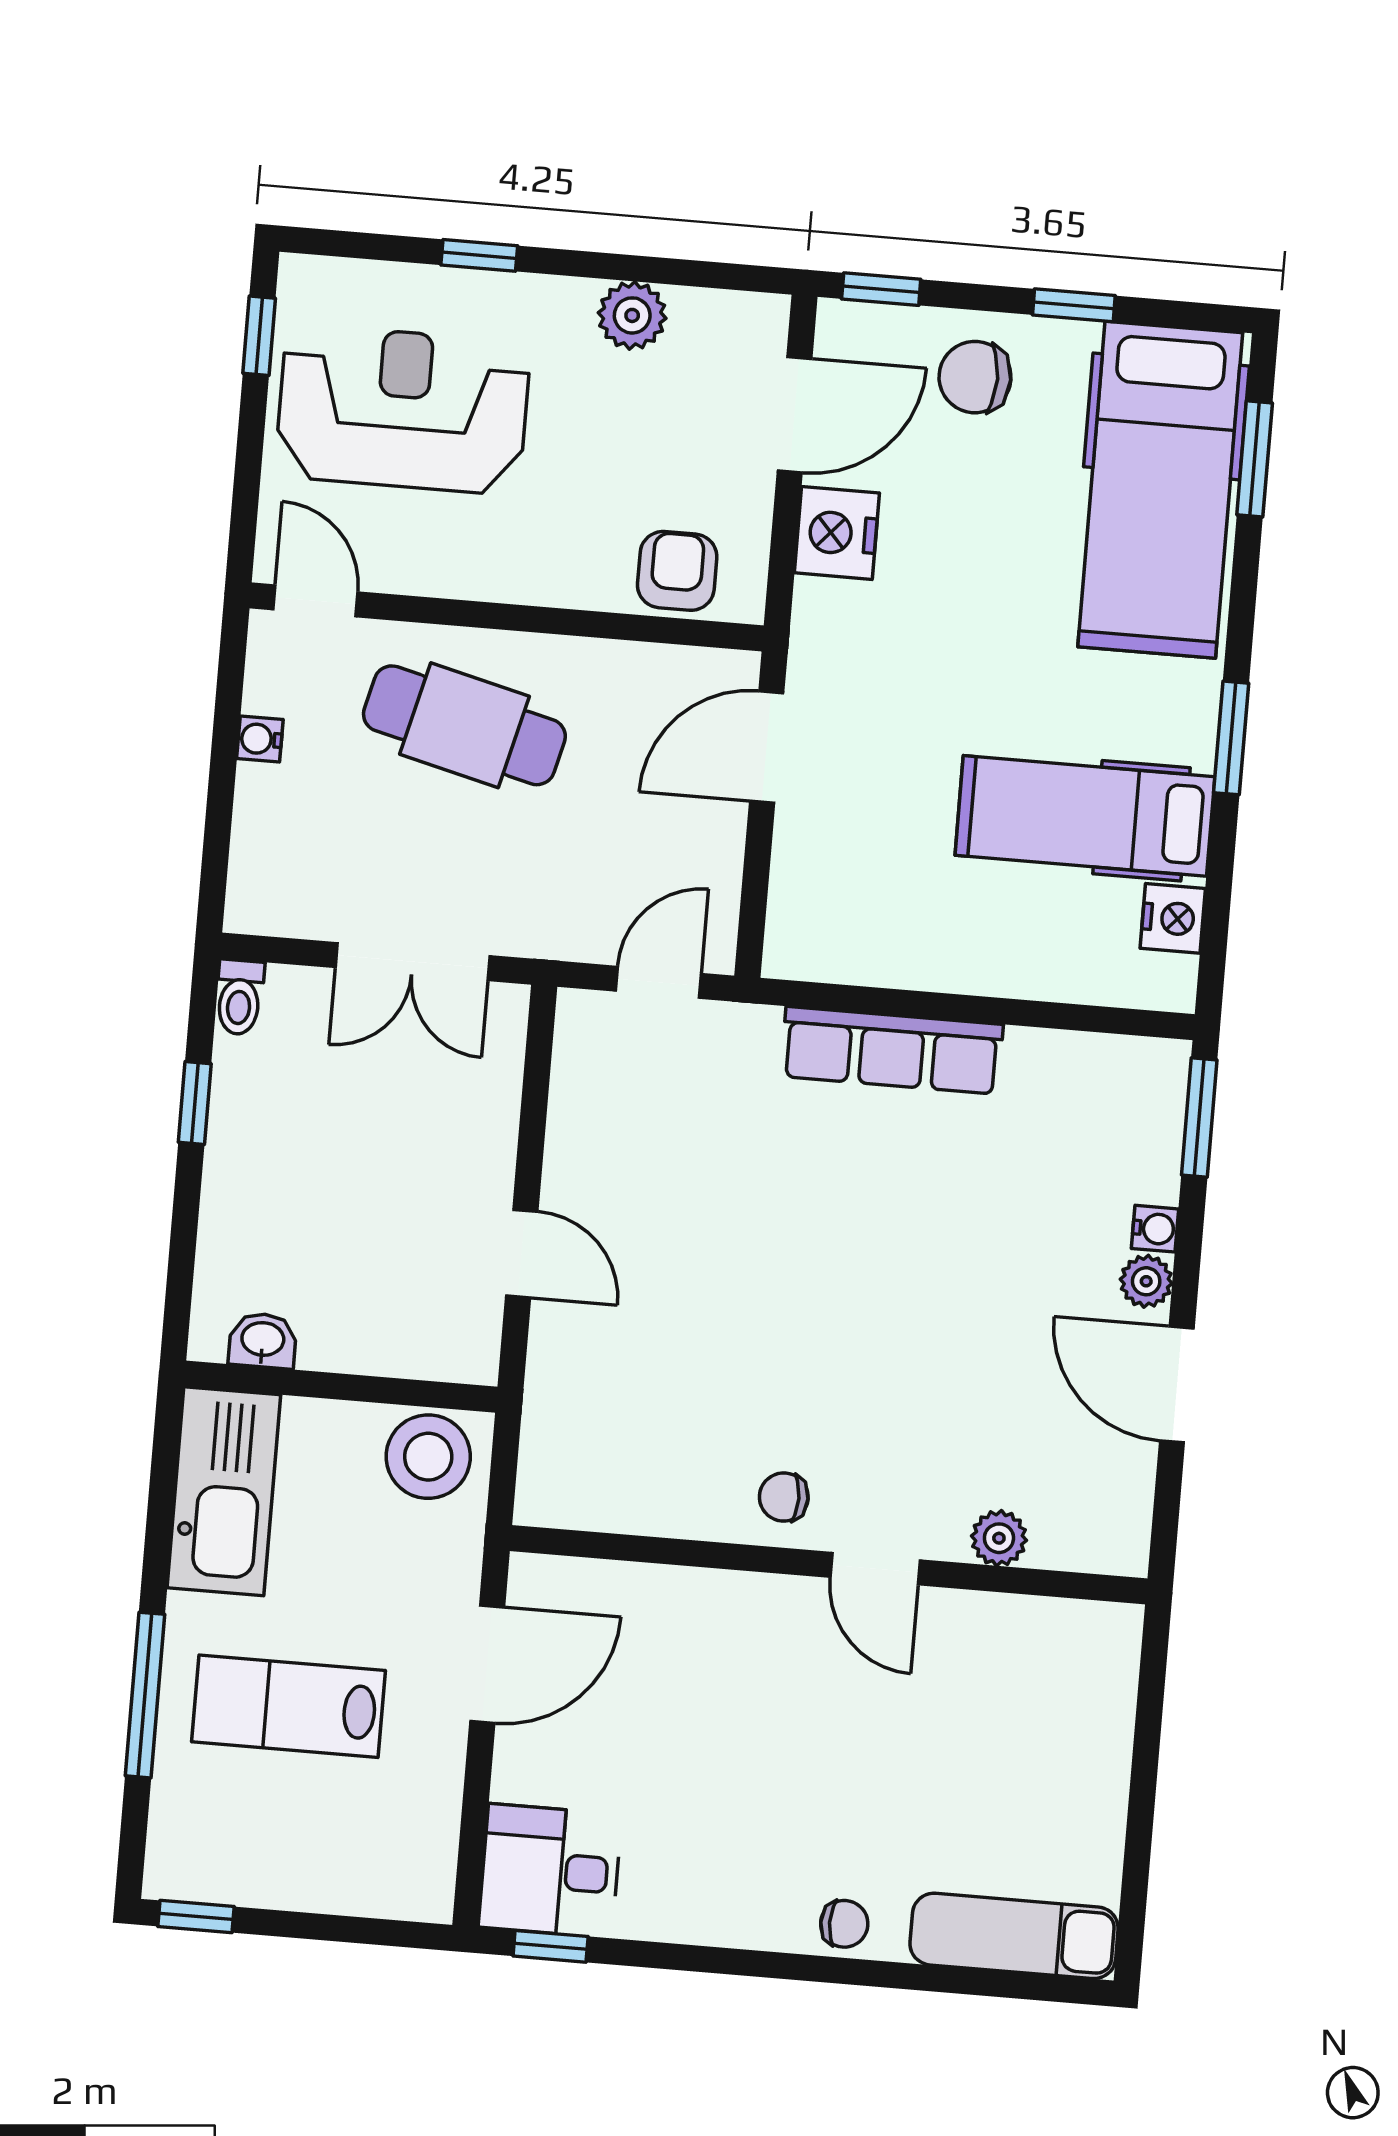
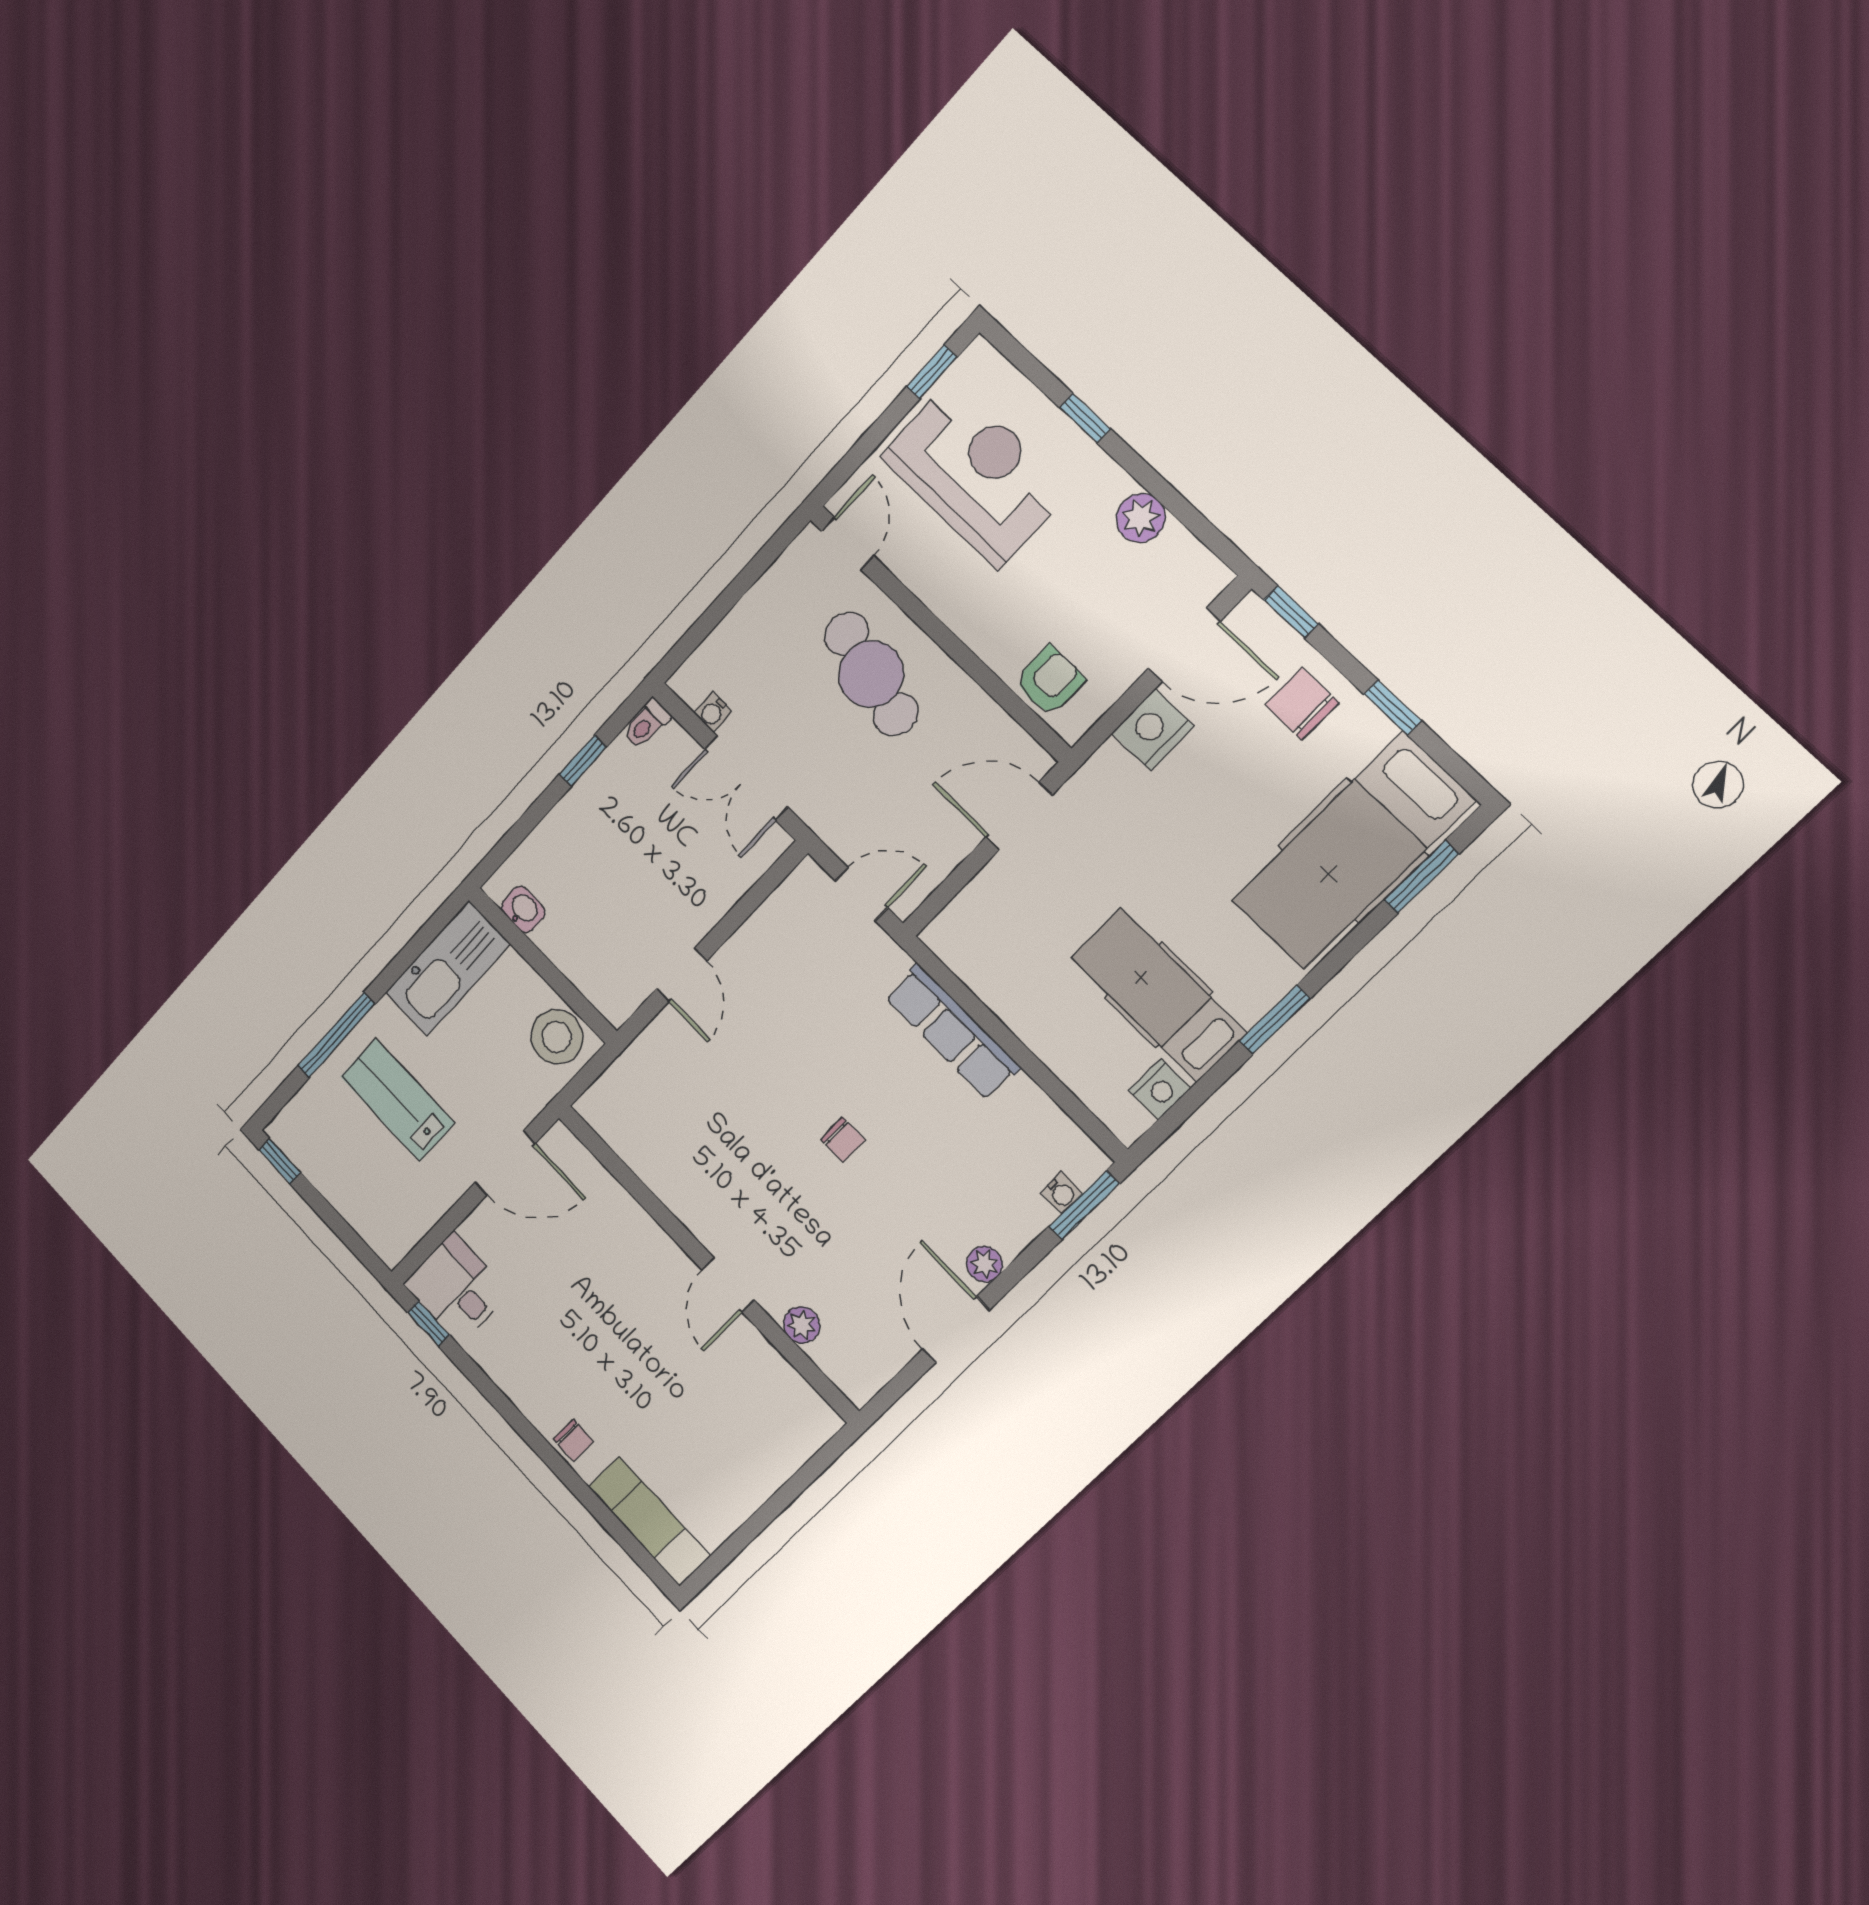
water cooler: (260, 739) -> (713, 712), moved, turned -90
water cooler: (1155, 1229) -> (1061, 1193), moved
chair: (784, 1497) -> (843, 1140), moved, turned 180

